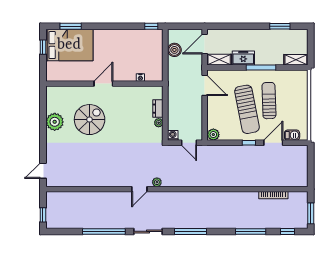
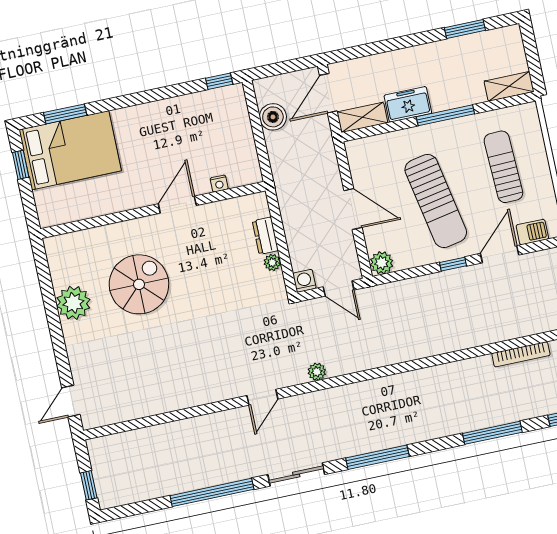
door: (103, 84) -> (177, 205), moved
door: (205, 85) -> (353, 209), moved
sun lounger: (269, 101) -> (503, 167), moved
plant: (157, 182) -> (317, 372), moved

